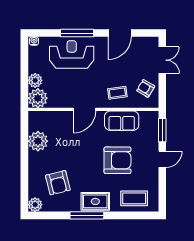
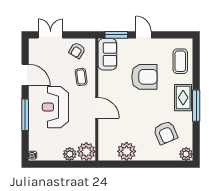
reception desk: (72, 54) -> (55, 107), moved
sofa: (122, 121) -> (107, 54), moved
armchair: (117, 160) -> (144, 77), turned 90
armchair: (58, 183) -> (166, 133), turned 81

